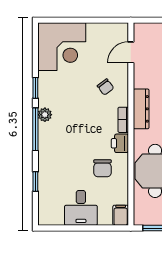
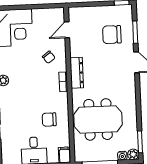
printer: (120, 143) -> (62, 100), removed
chair: (103, 168) -> (49, 120), turned 90

